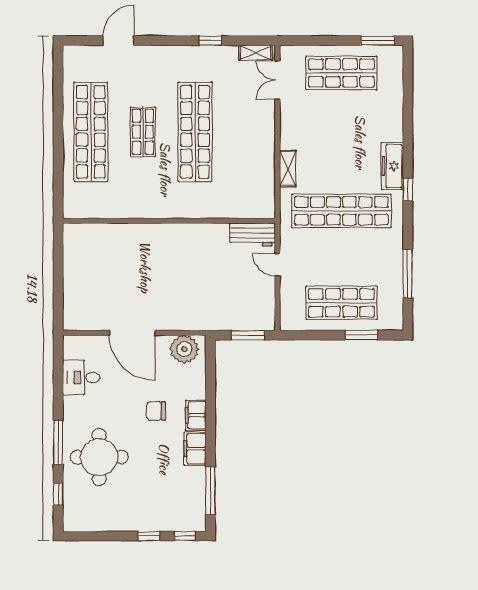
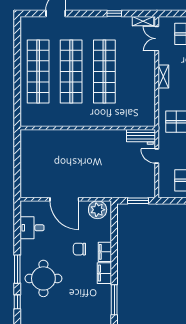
shop shelf: (143, 132) -> (71, 71), width x2.00, depth x1.36
shelving: (288, 168) -> (163, 77), moved

